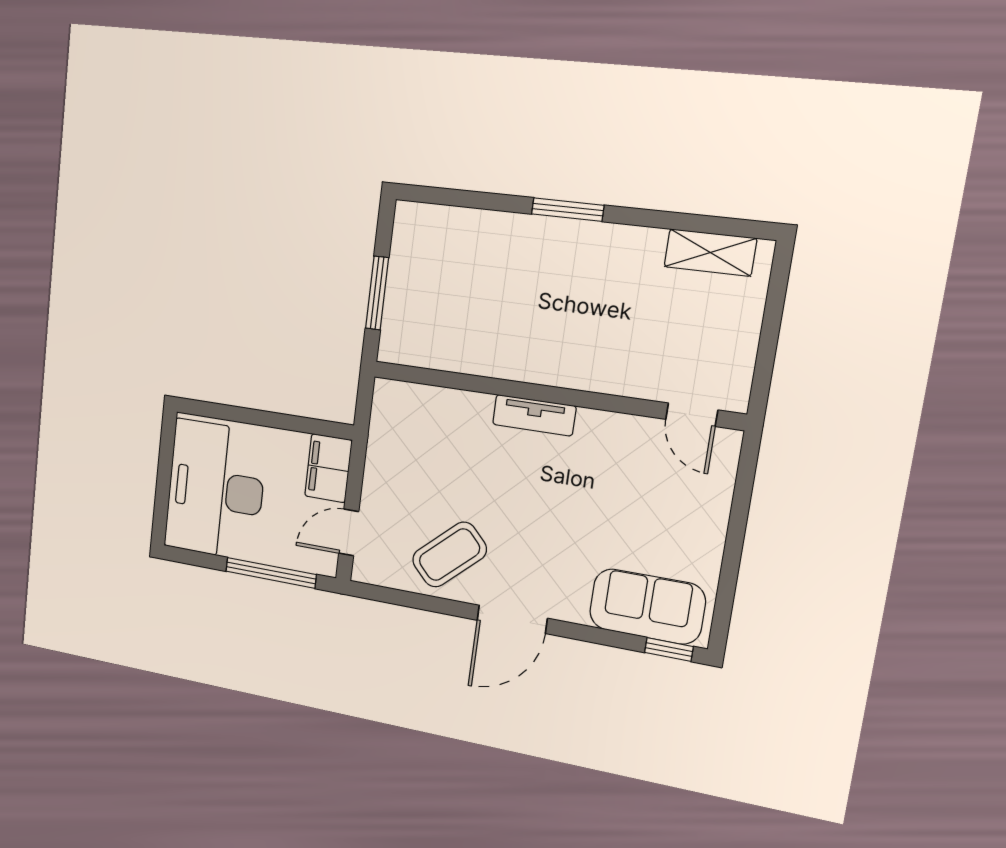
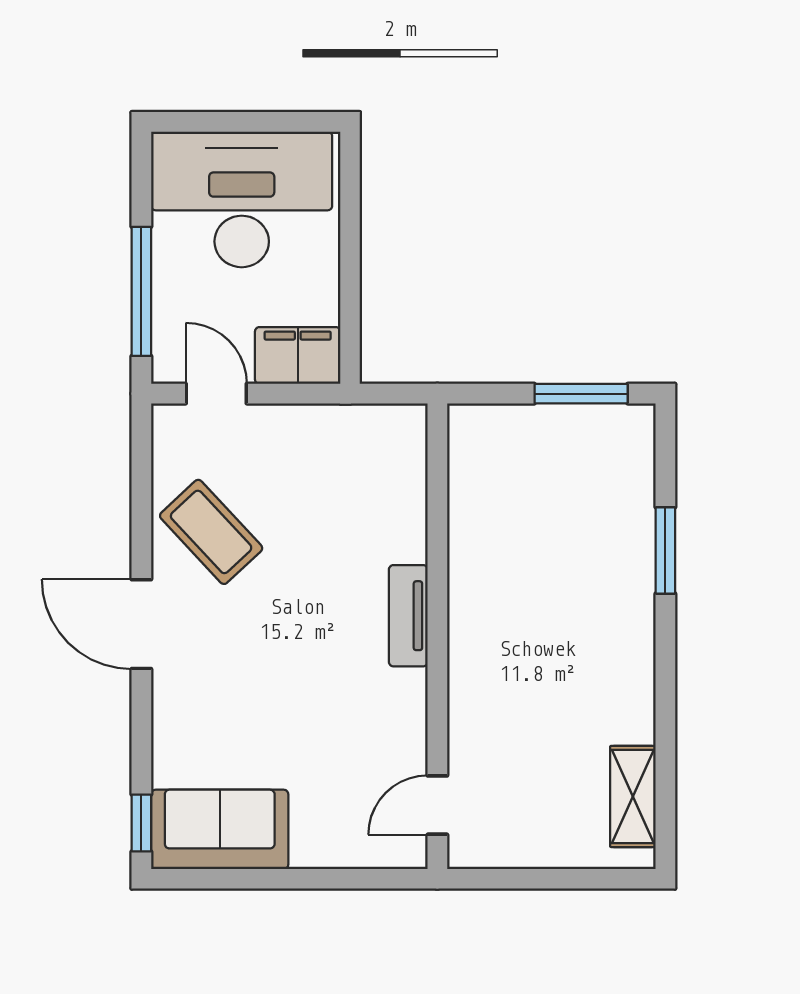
window: (568, 210) -> (665, 550), moved
window: (377, 293) -> (581, 394), moved
sofa: (647, 607) -> (220, 829), moved, turned -90

